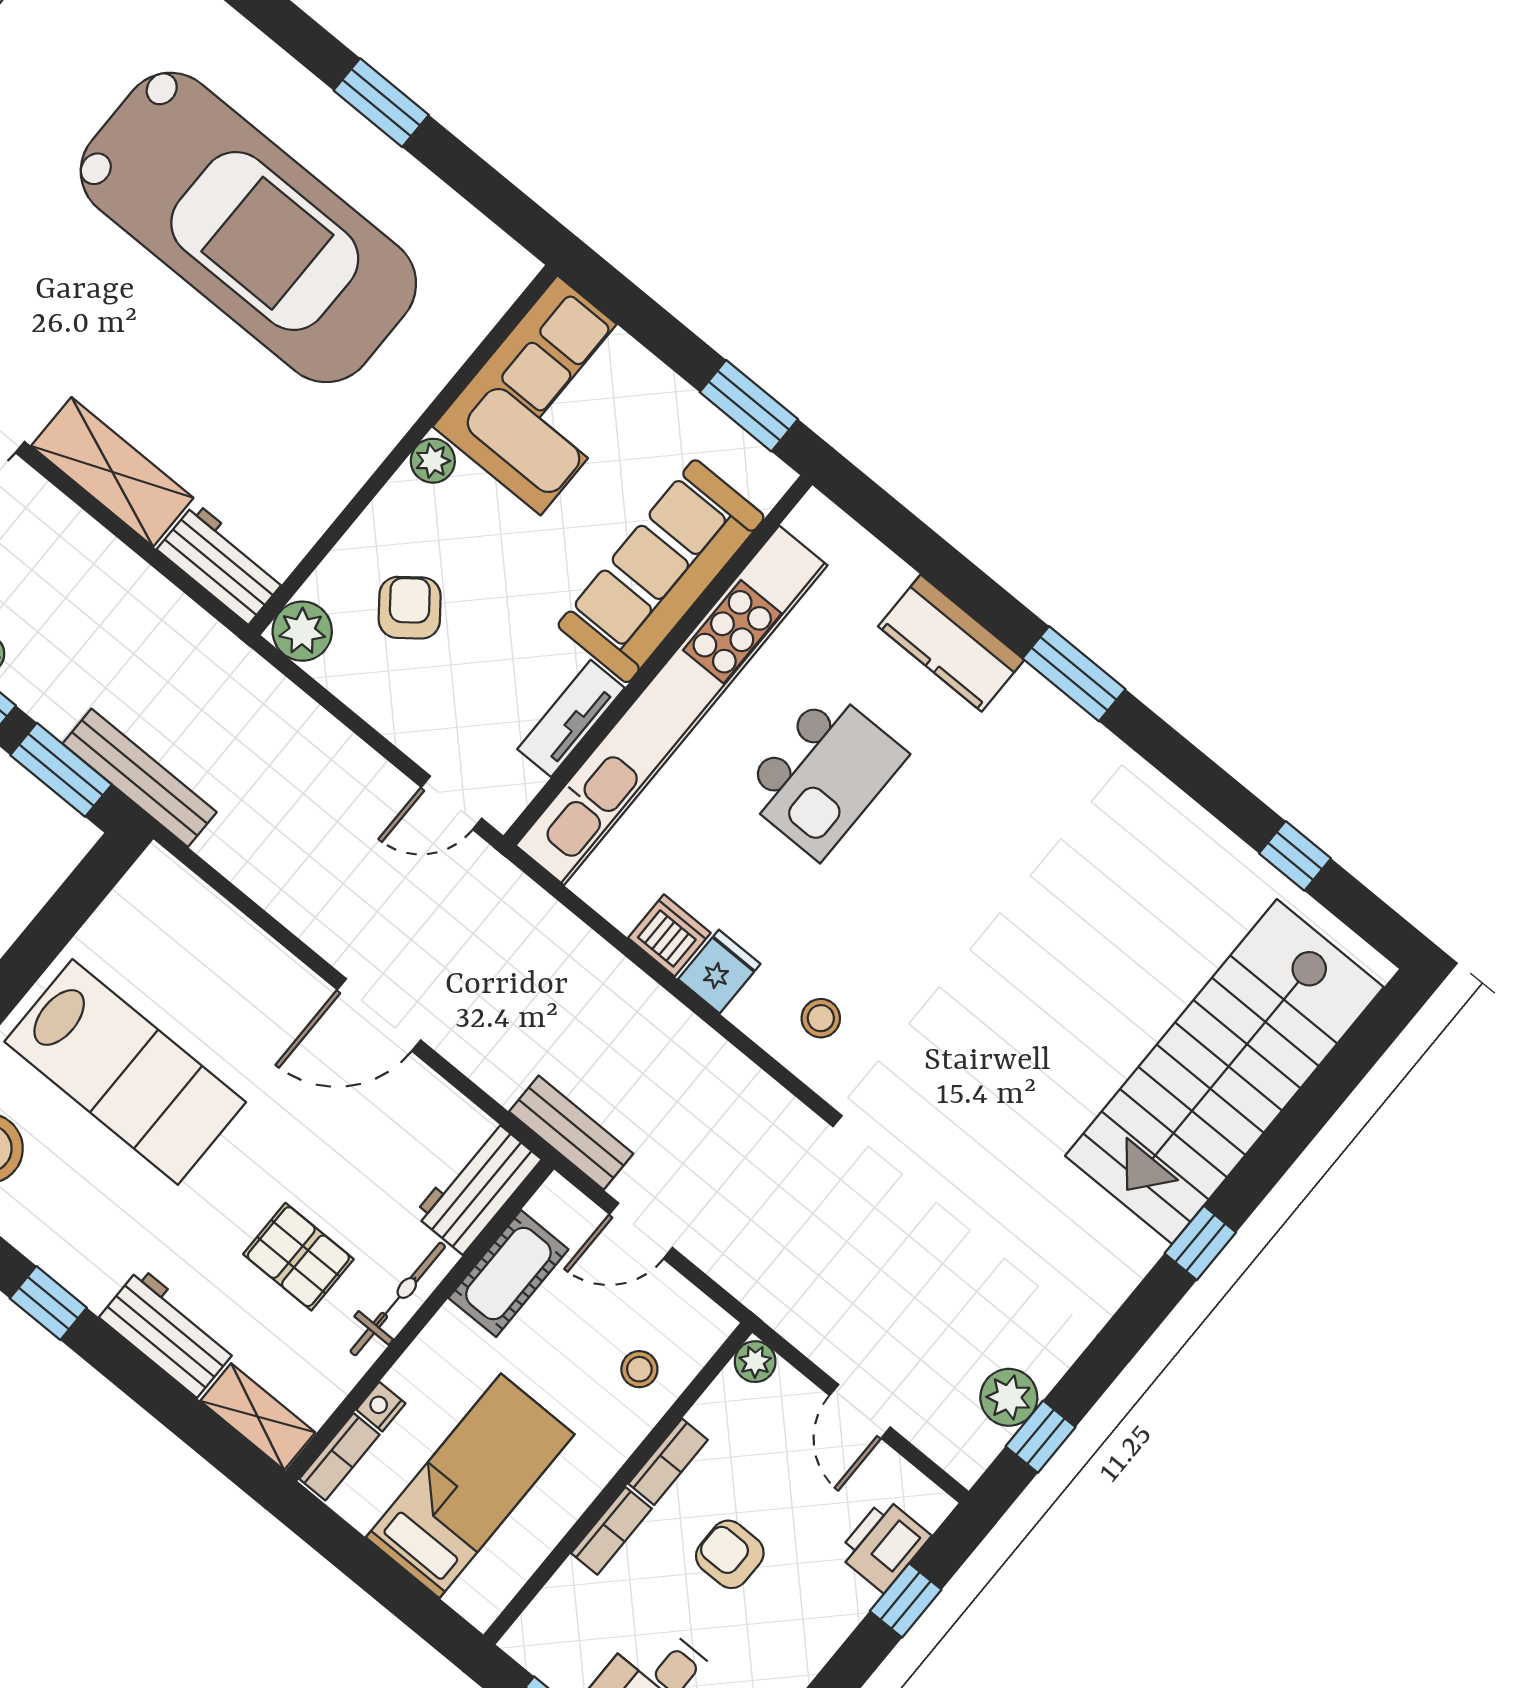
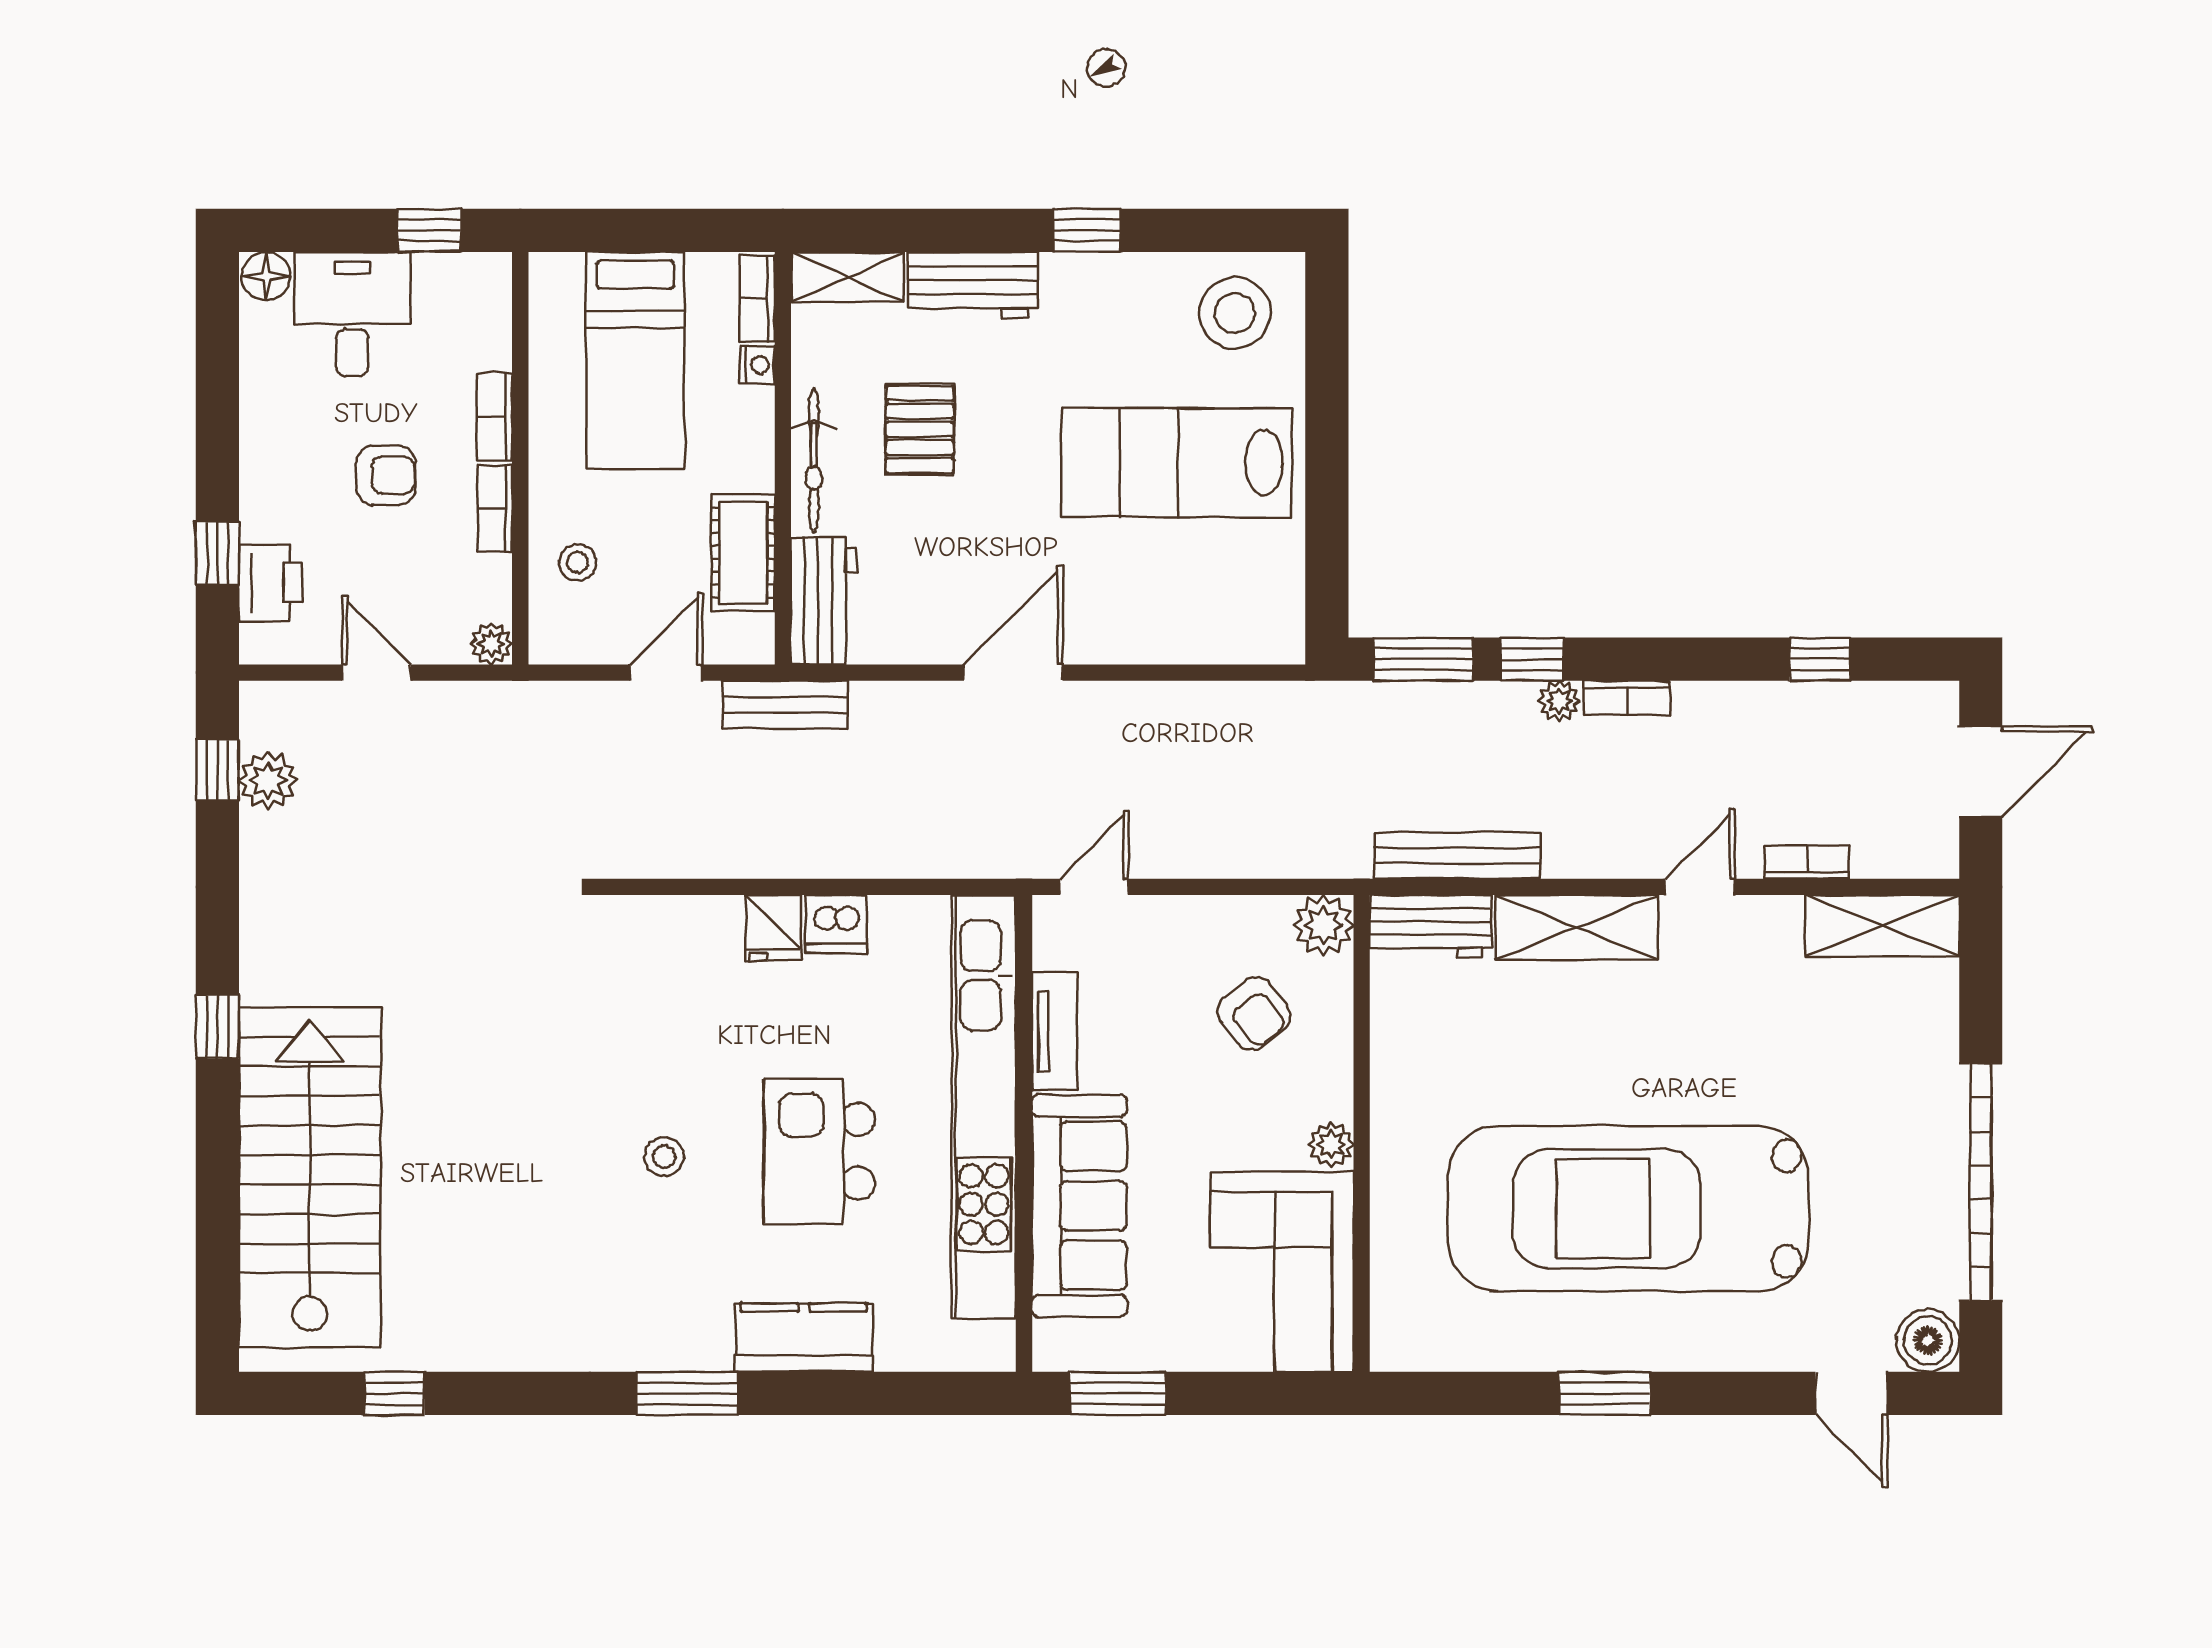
bench: (140, 778) -> (1457, 856), moved
stool: (821, 1018) -> (664, 1157), moved
pallet: (298, 1257) -> (920, 429), turned 90

